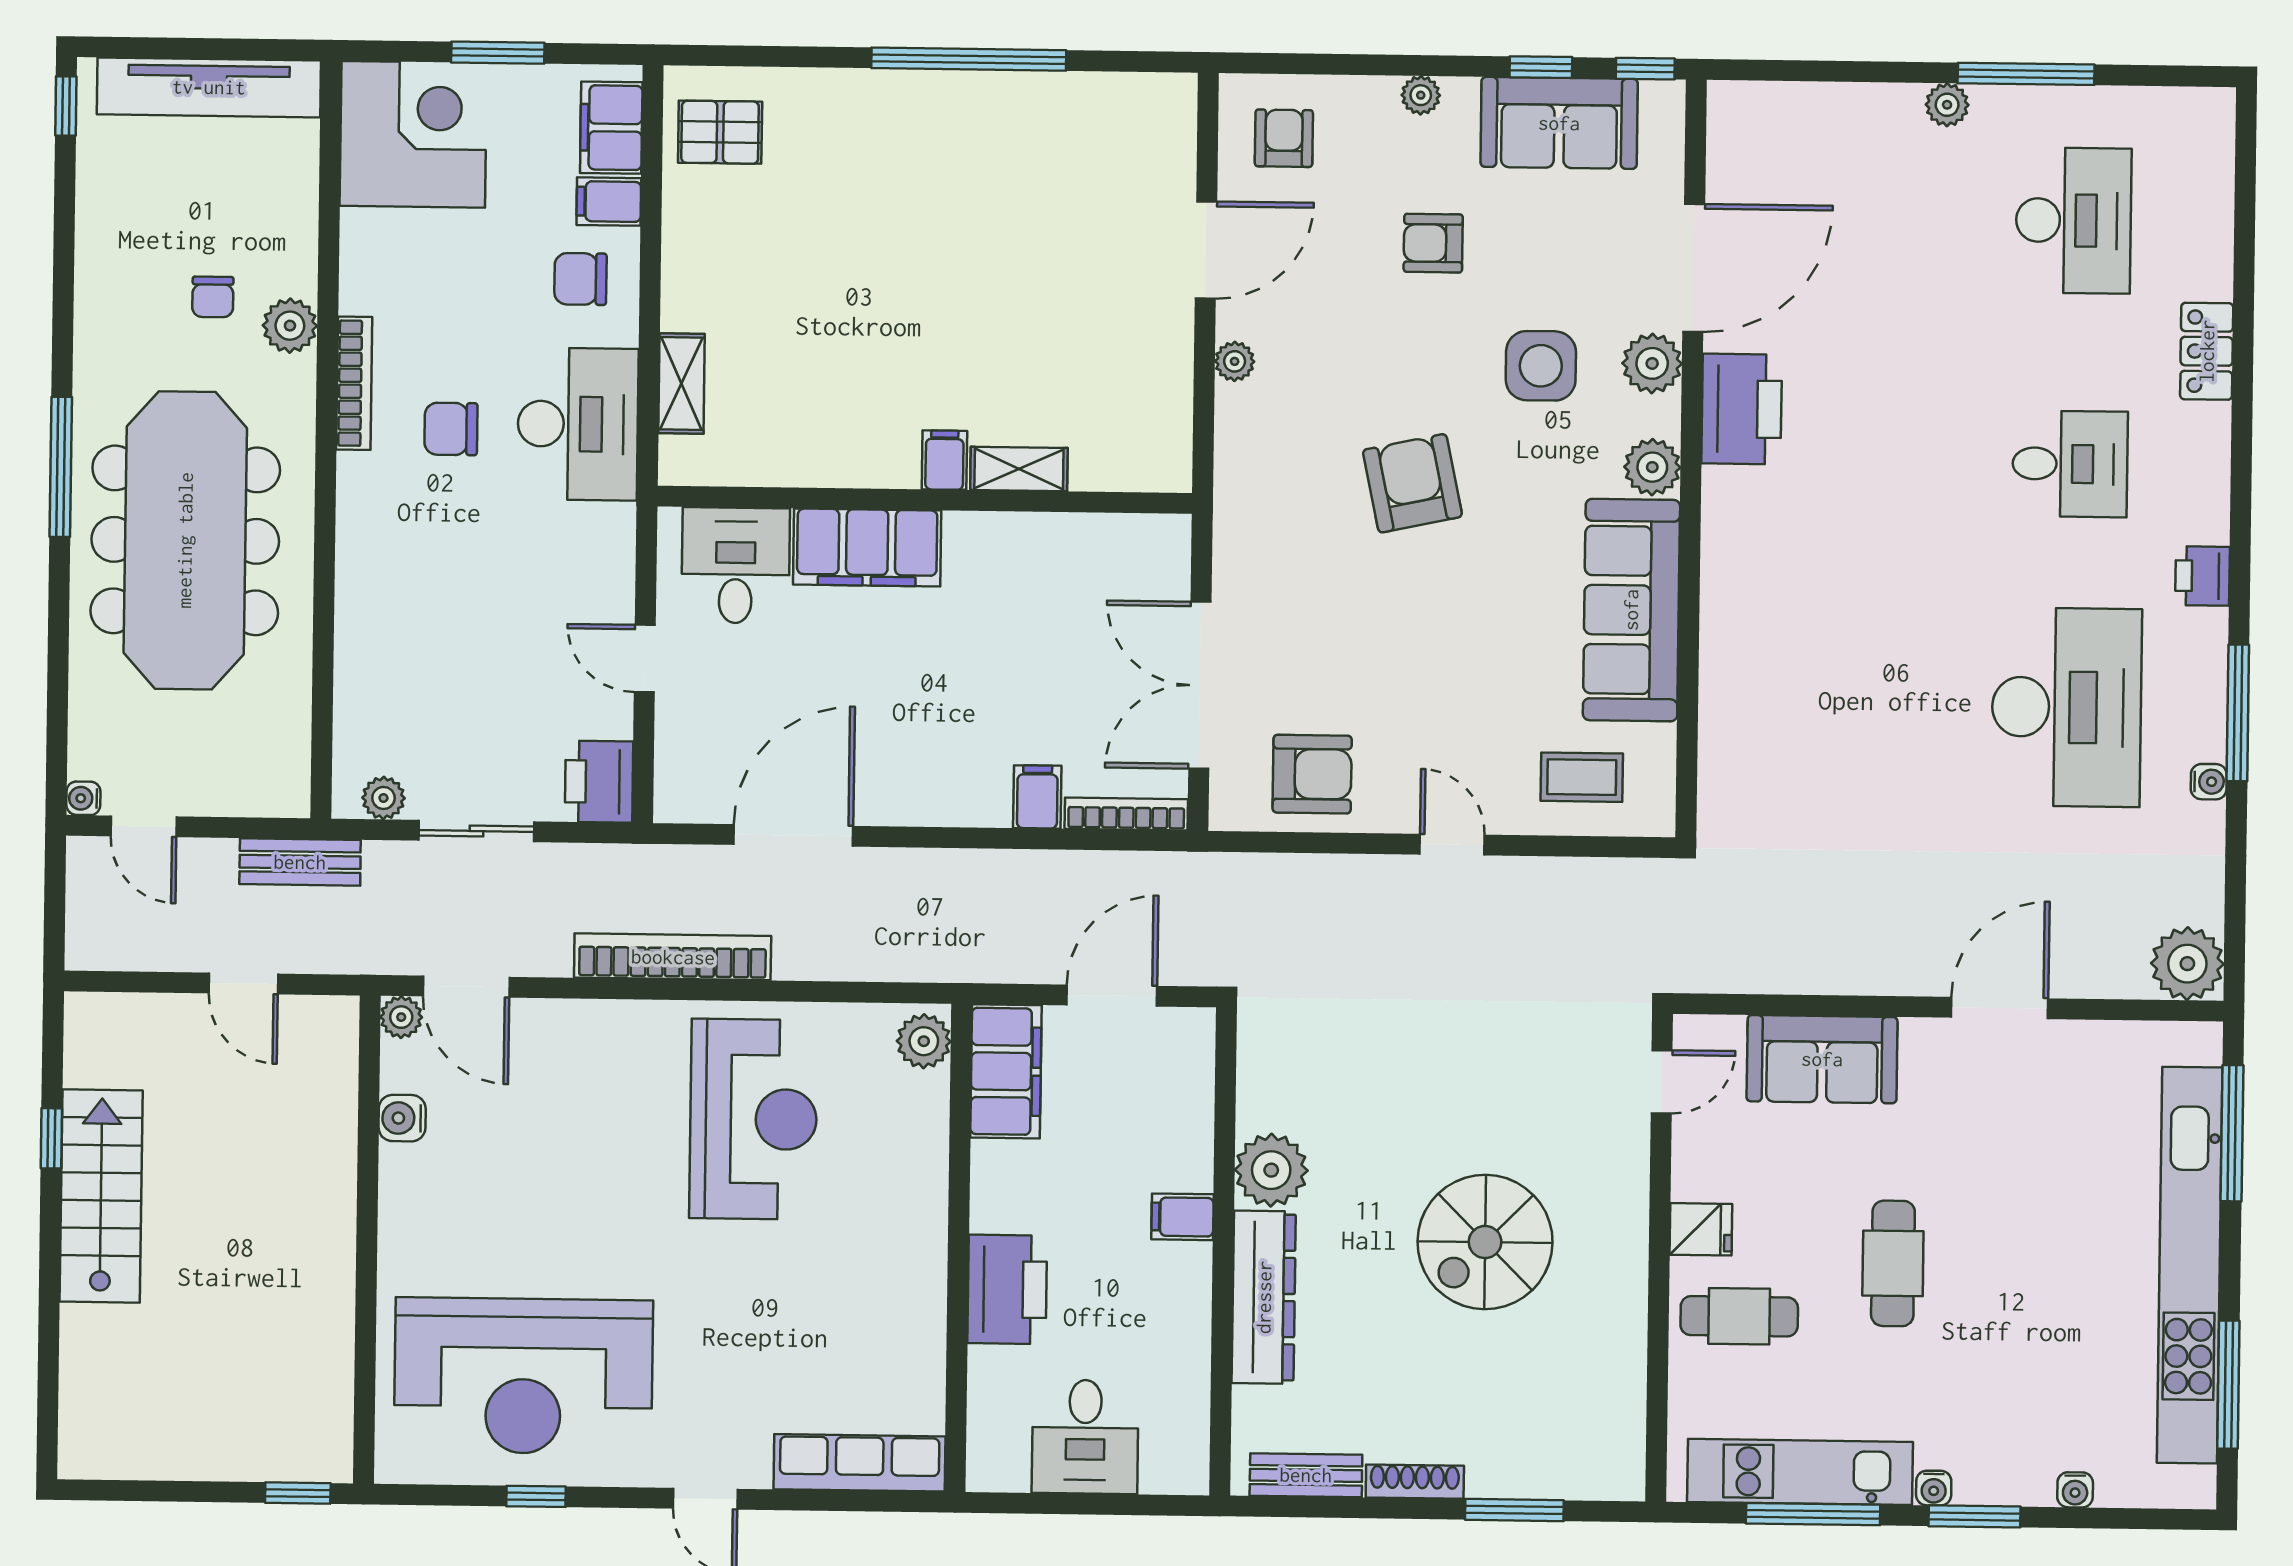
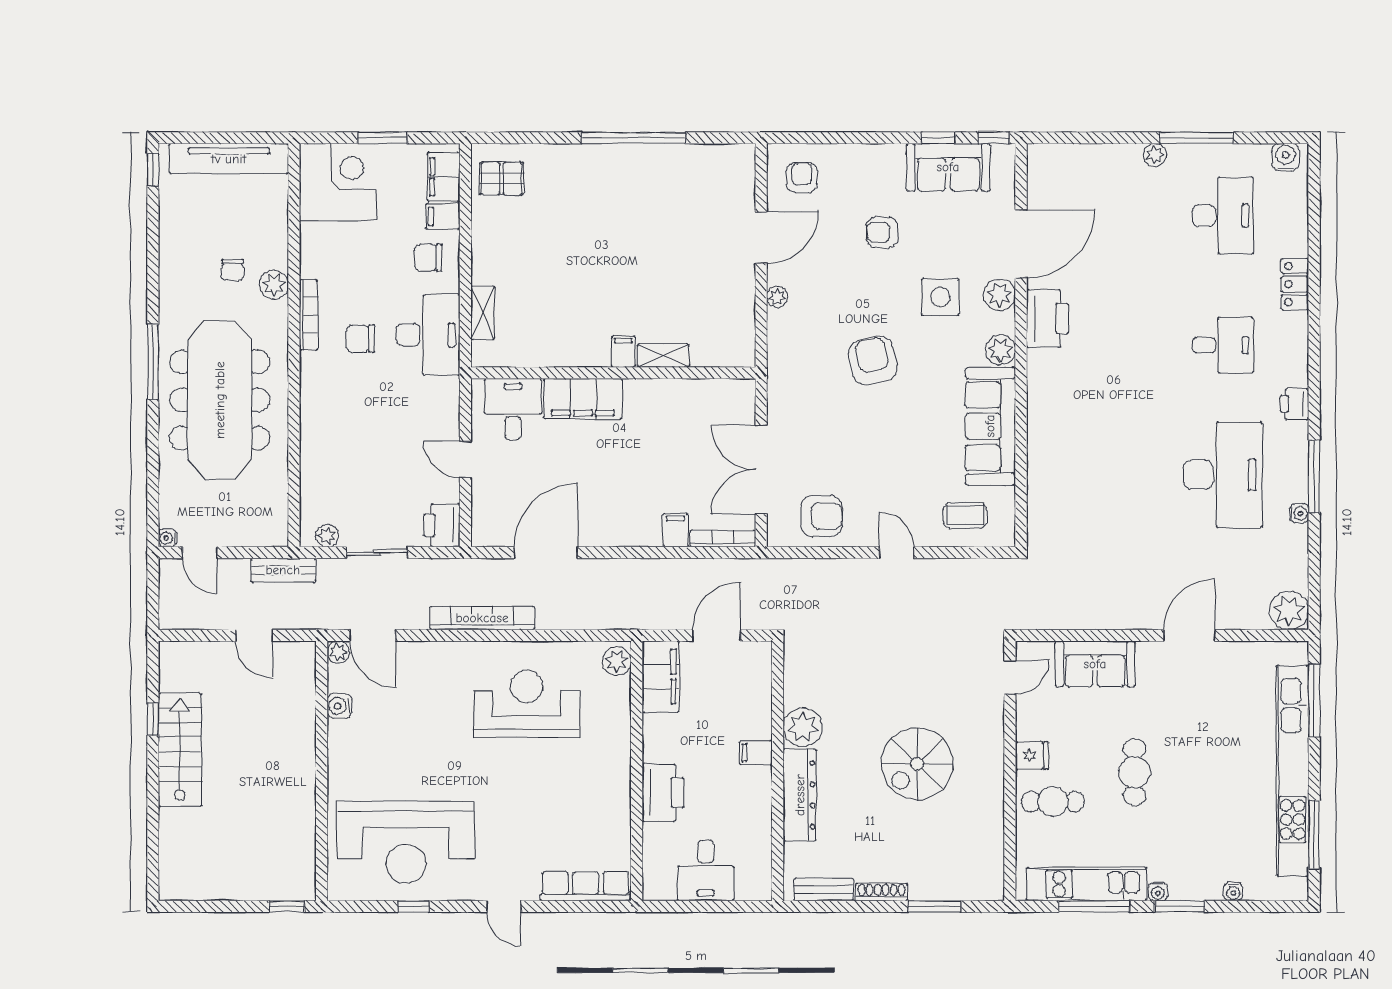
plant: (1421, 95) -> (874, 154), removed
water cooler: (2193, 112) -> (1286, 157), added
reception desk: (753, 1119) -> (527, 704), turned -90

